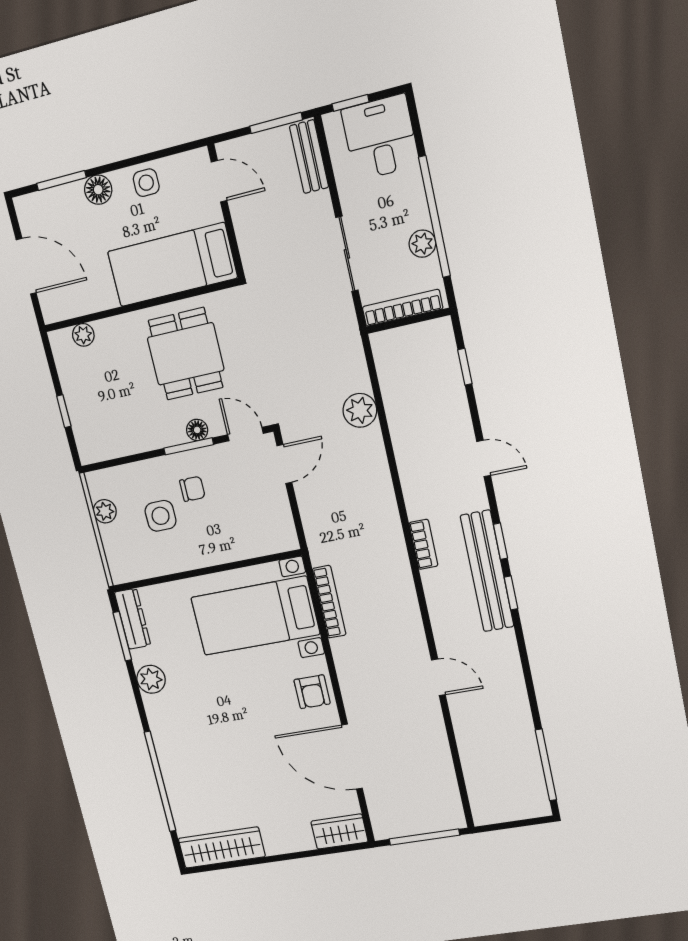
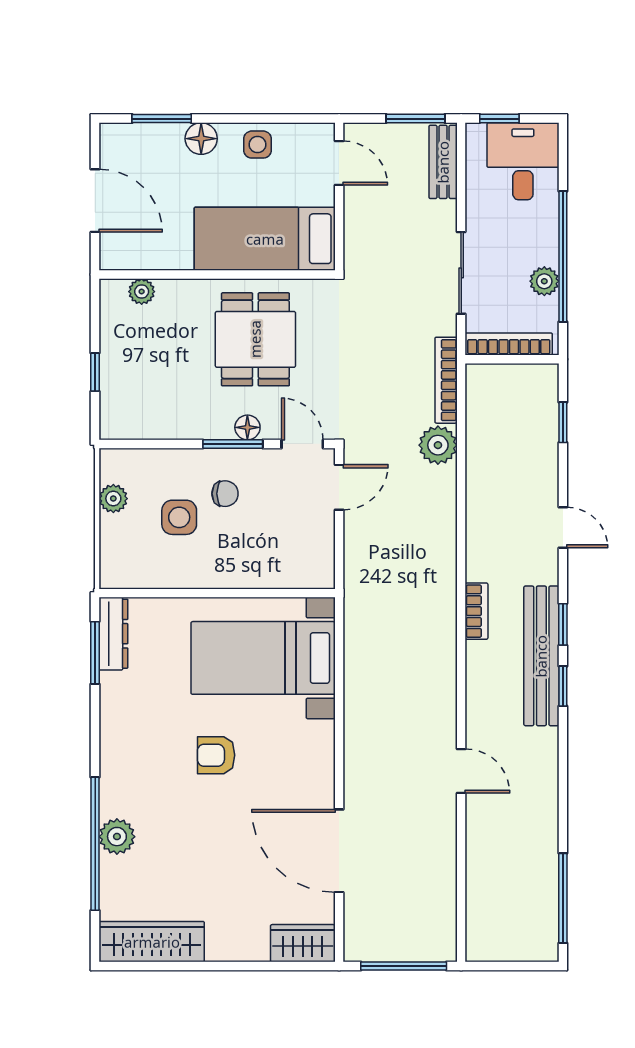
bookcase: (329, 602) -> (446, 380), moved, turned 180
plant: (151, 679) -> (117, 837), moved
armchair: (312, 692) -> (216, 755), moved, turned 90

